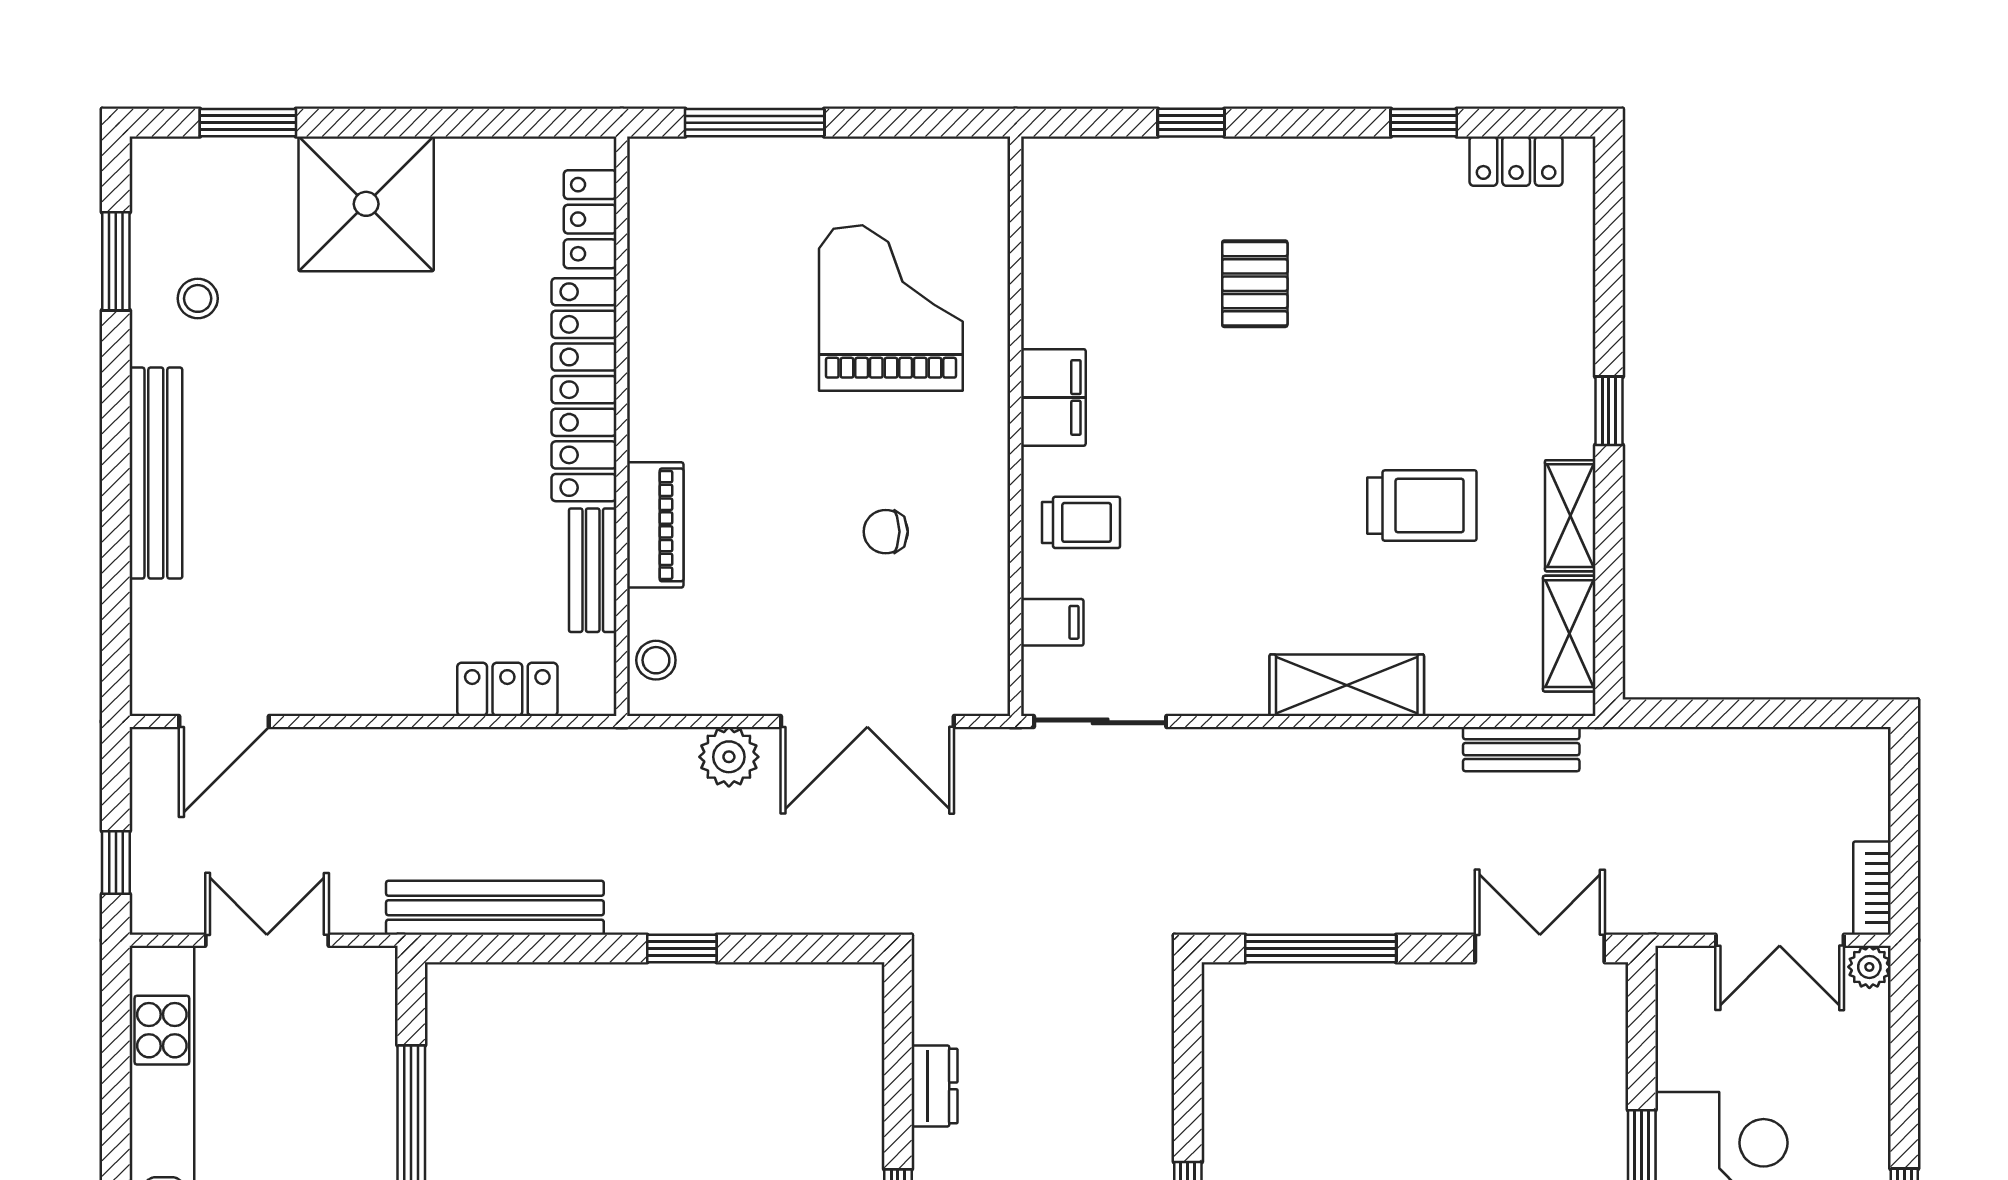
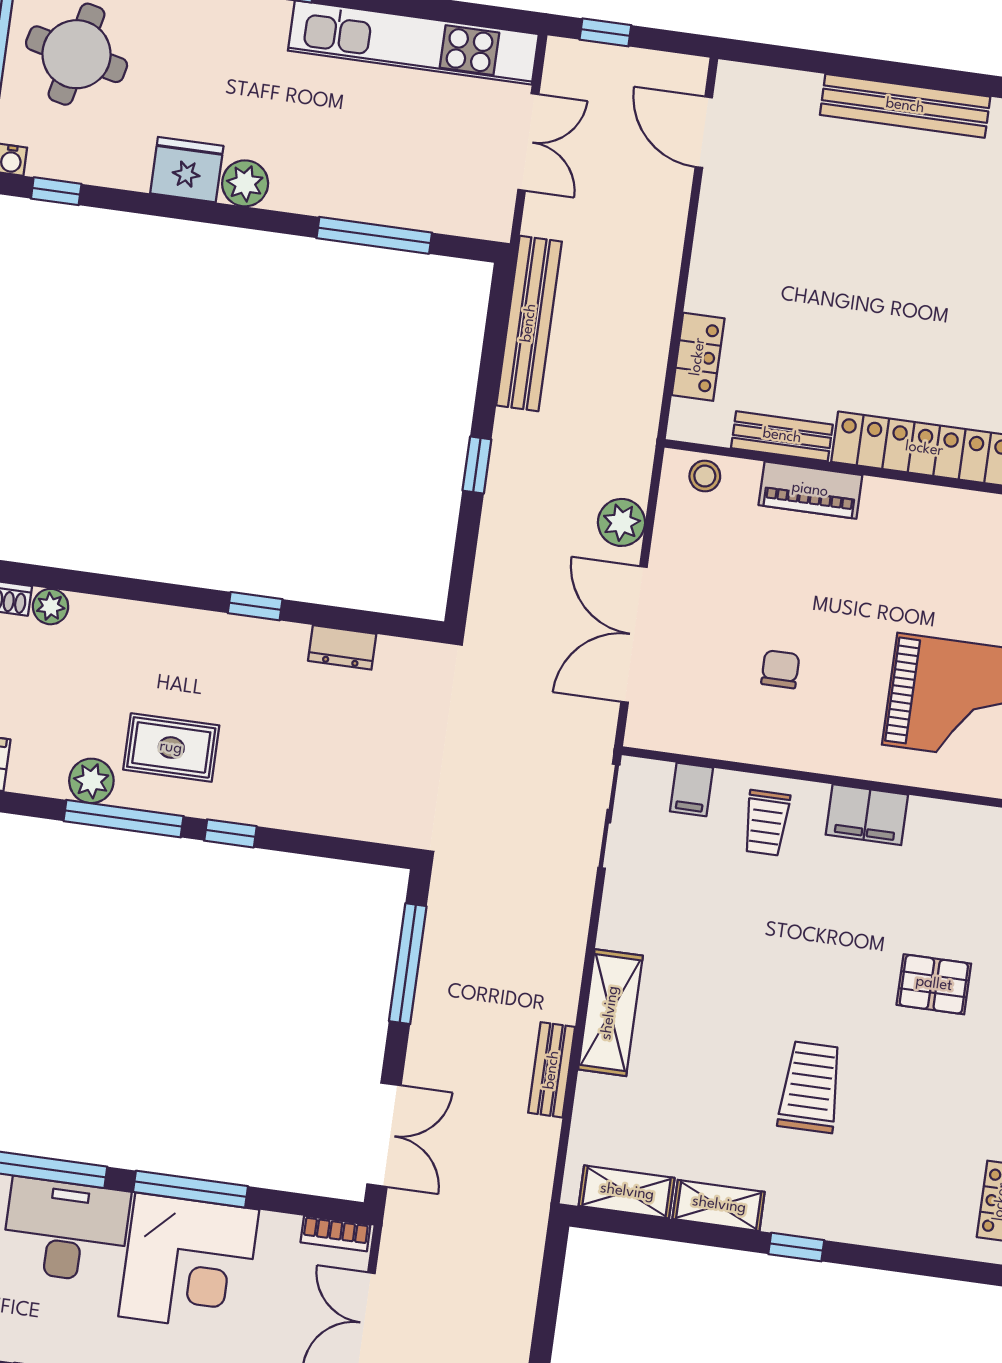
trolley: (1422, 506) -> (810, 1087), moved, turned 180
bench: (1521, 749) -> (552, 1070), moved
bookcase: (1672, 992) -> (335, 1234), added

